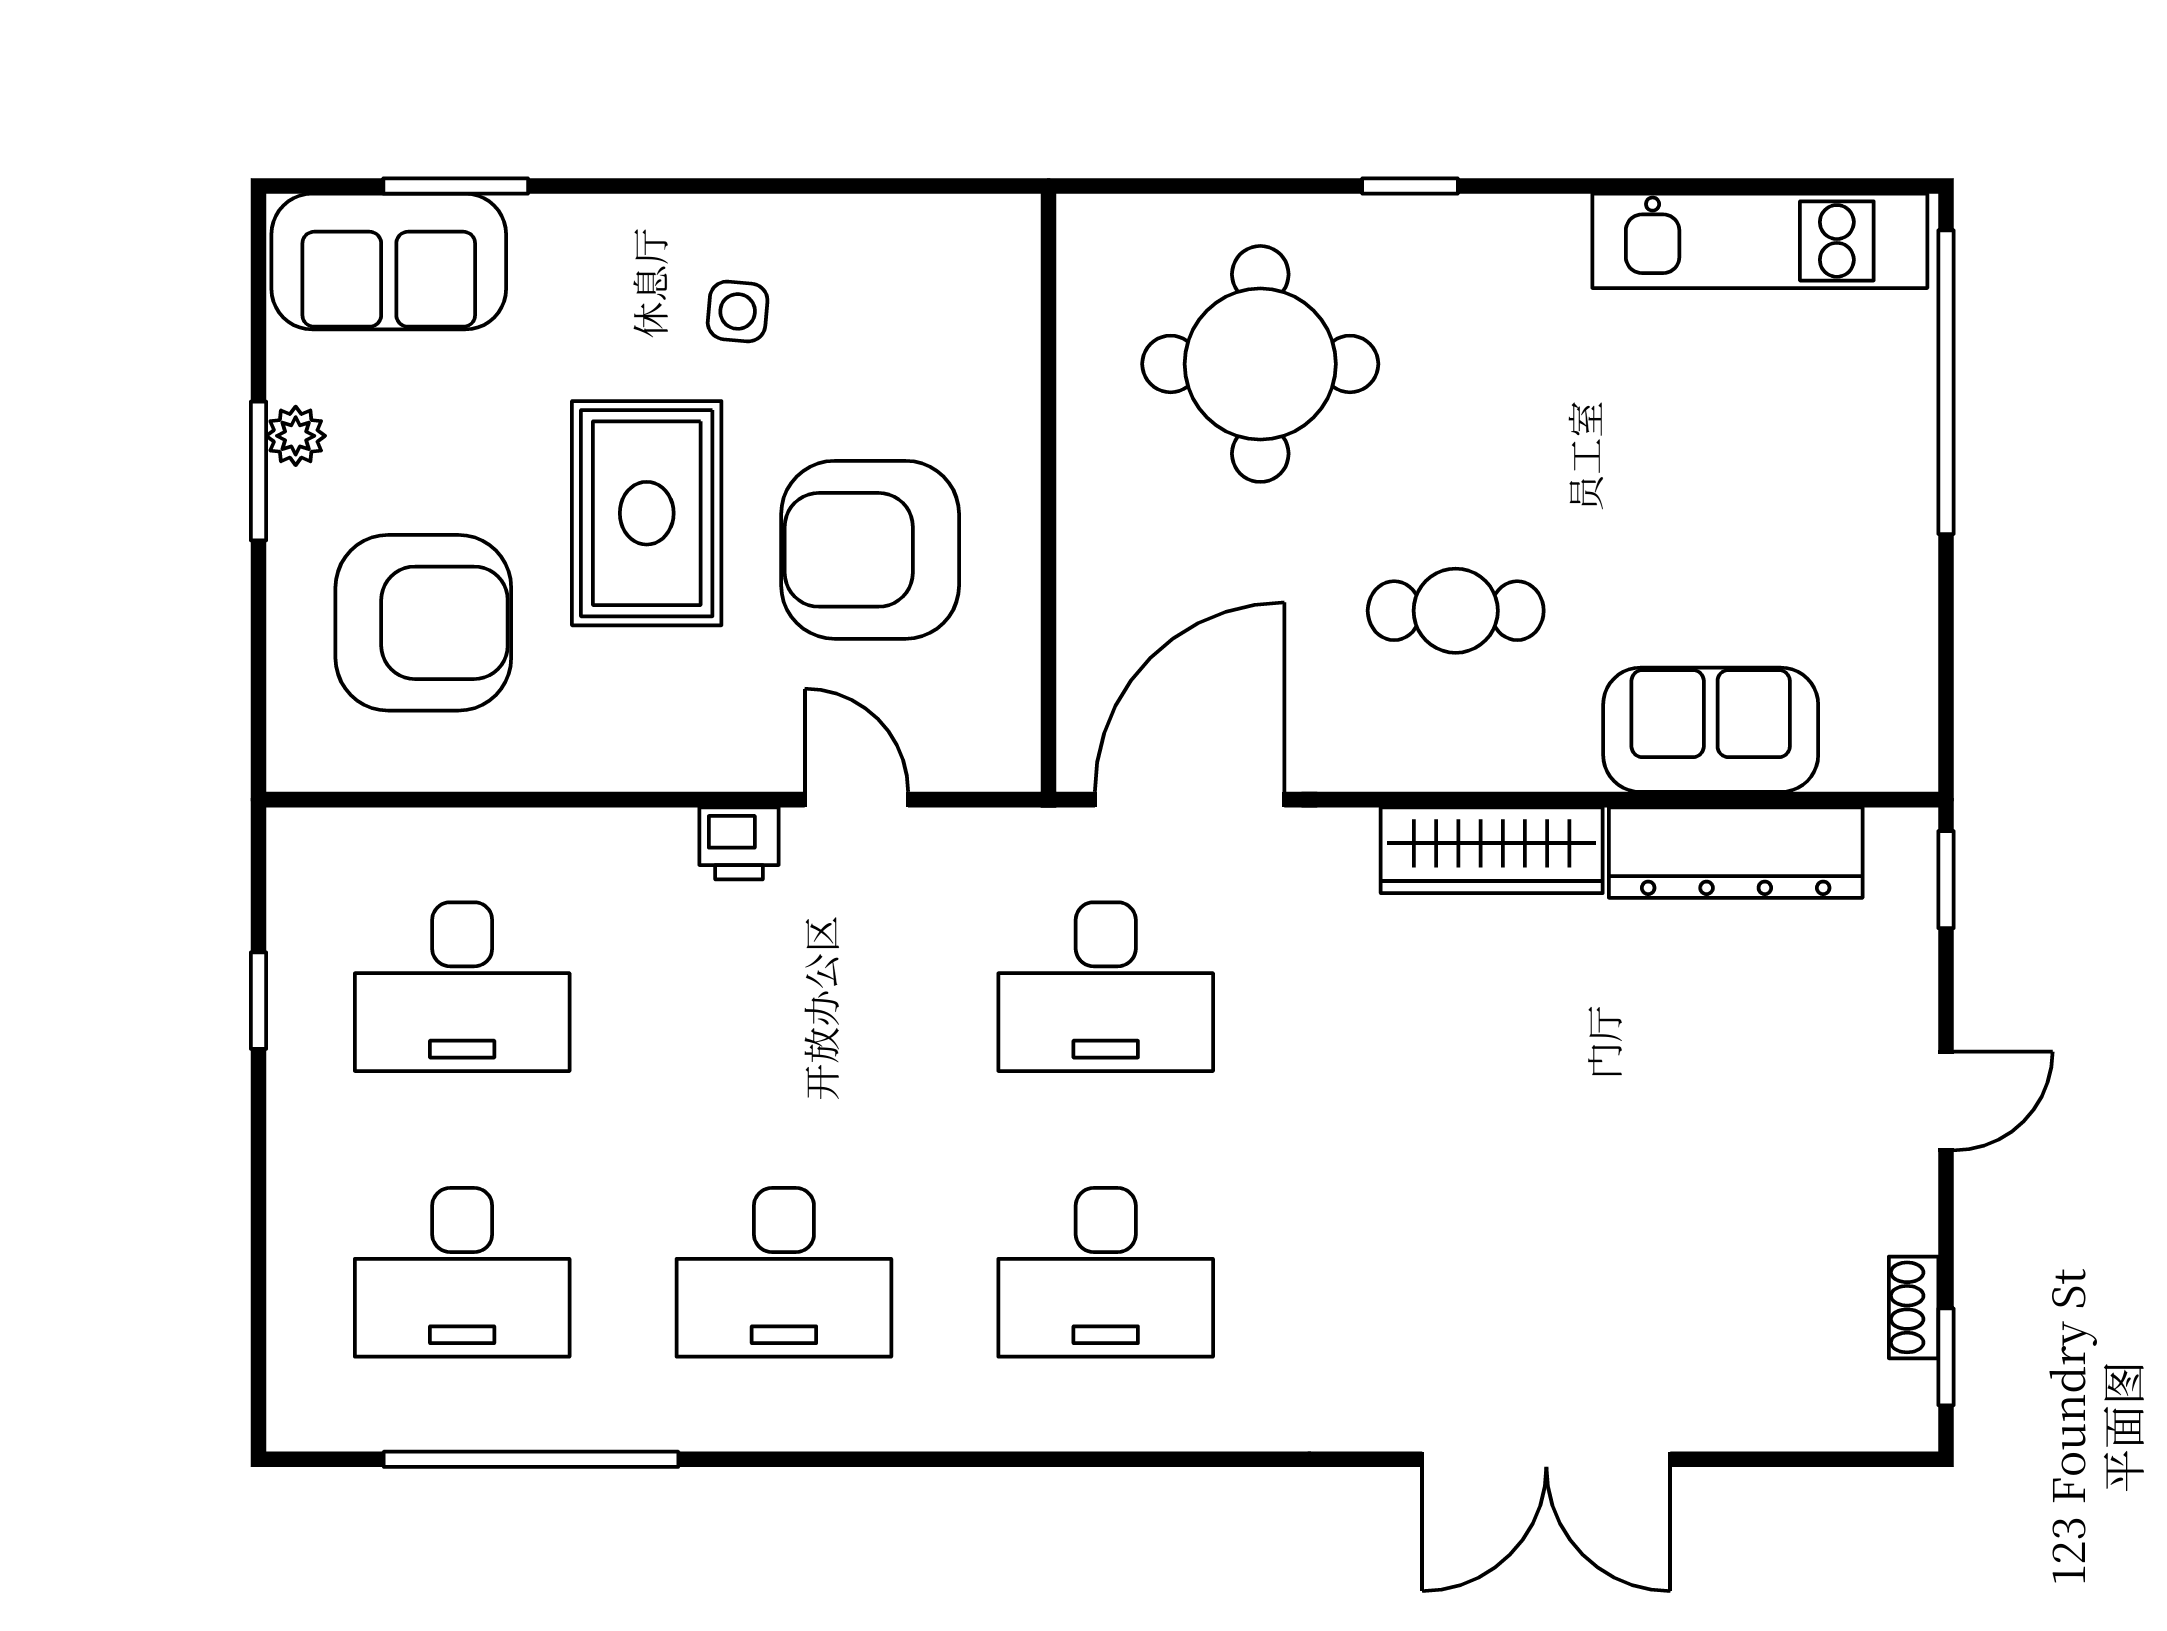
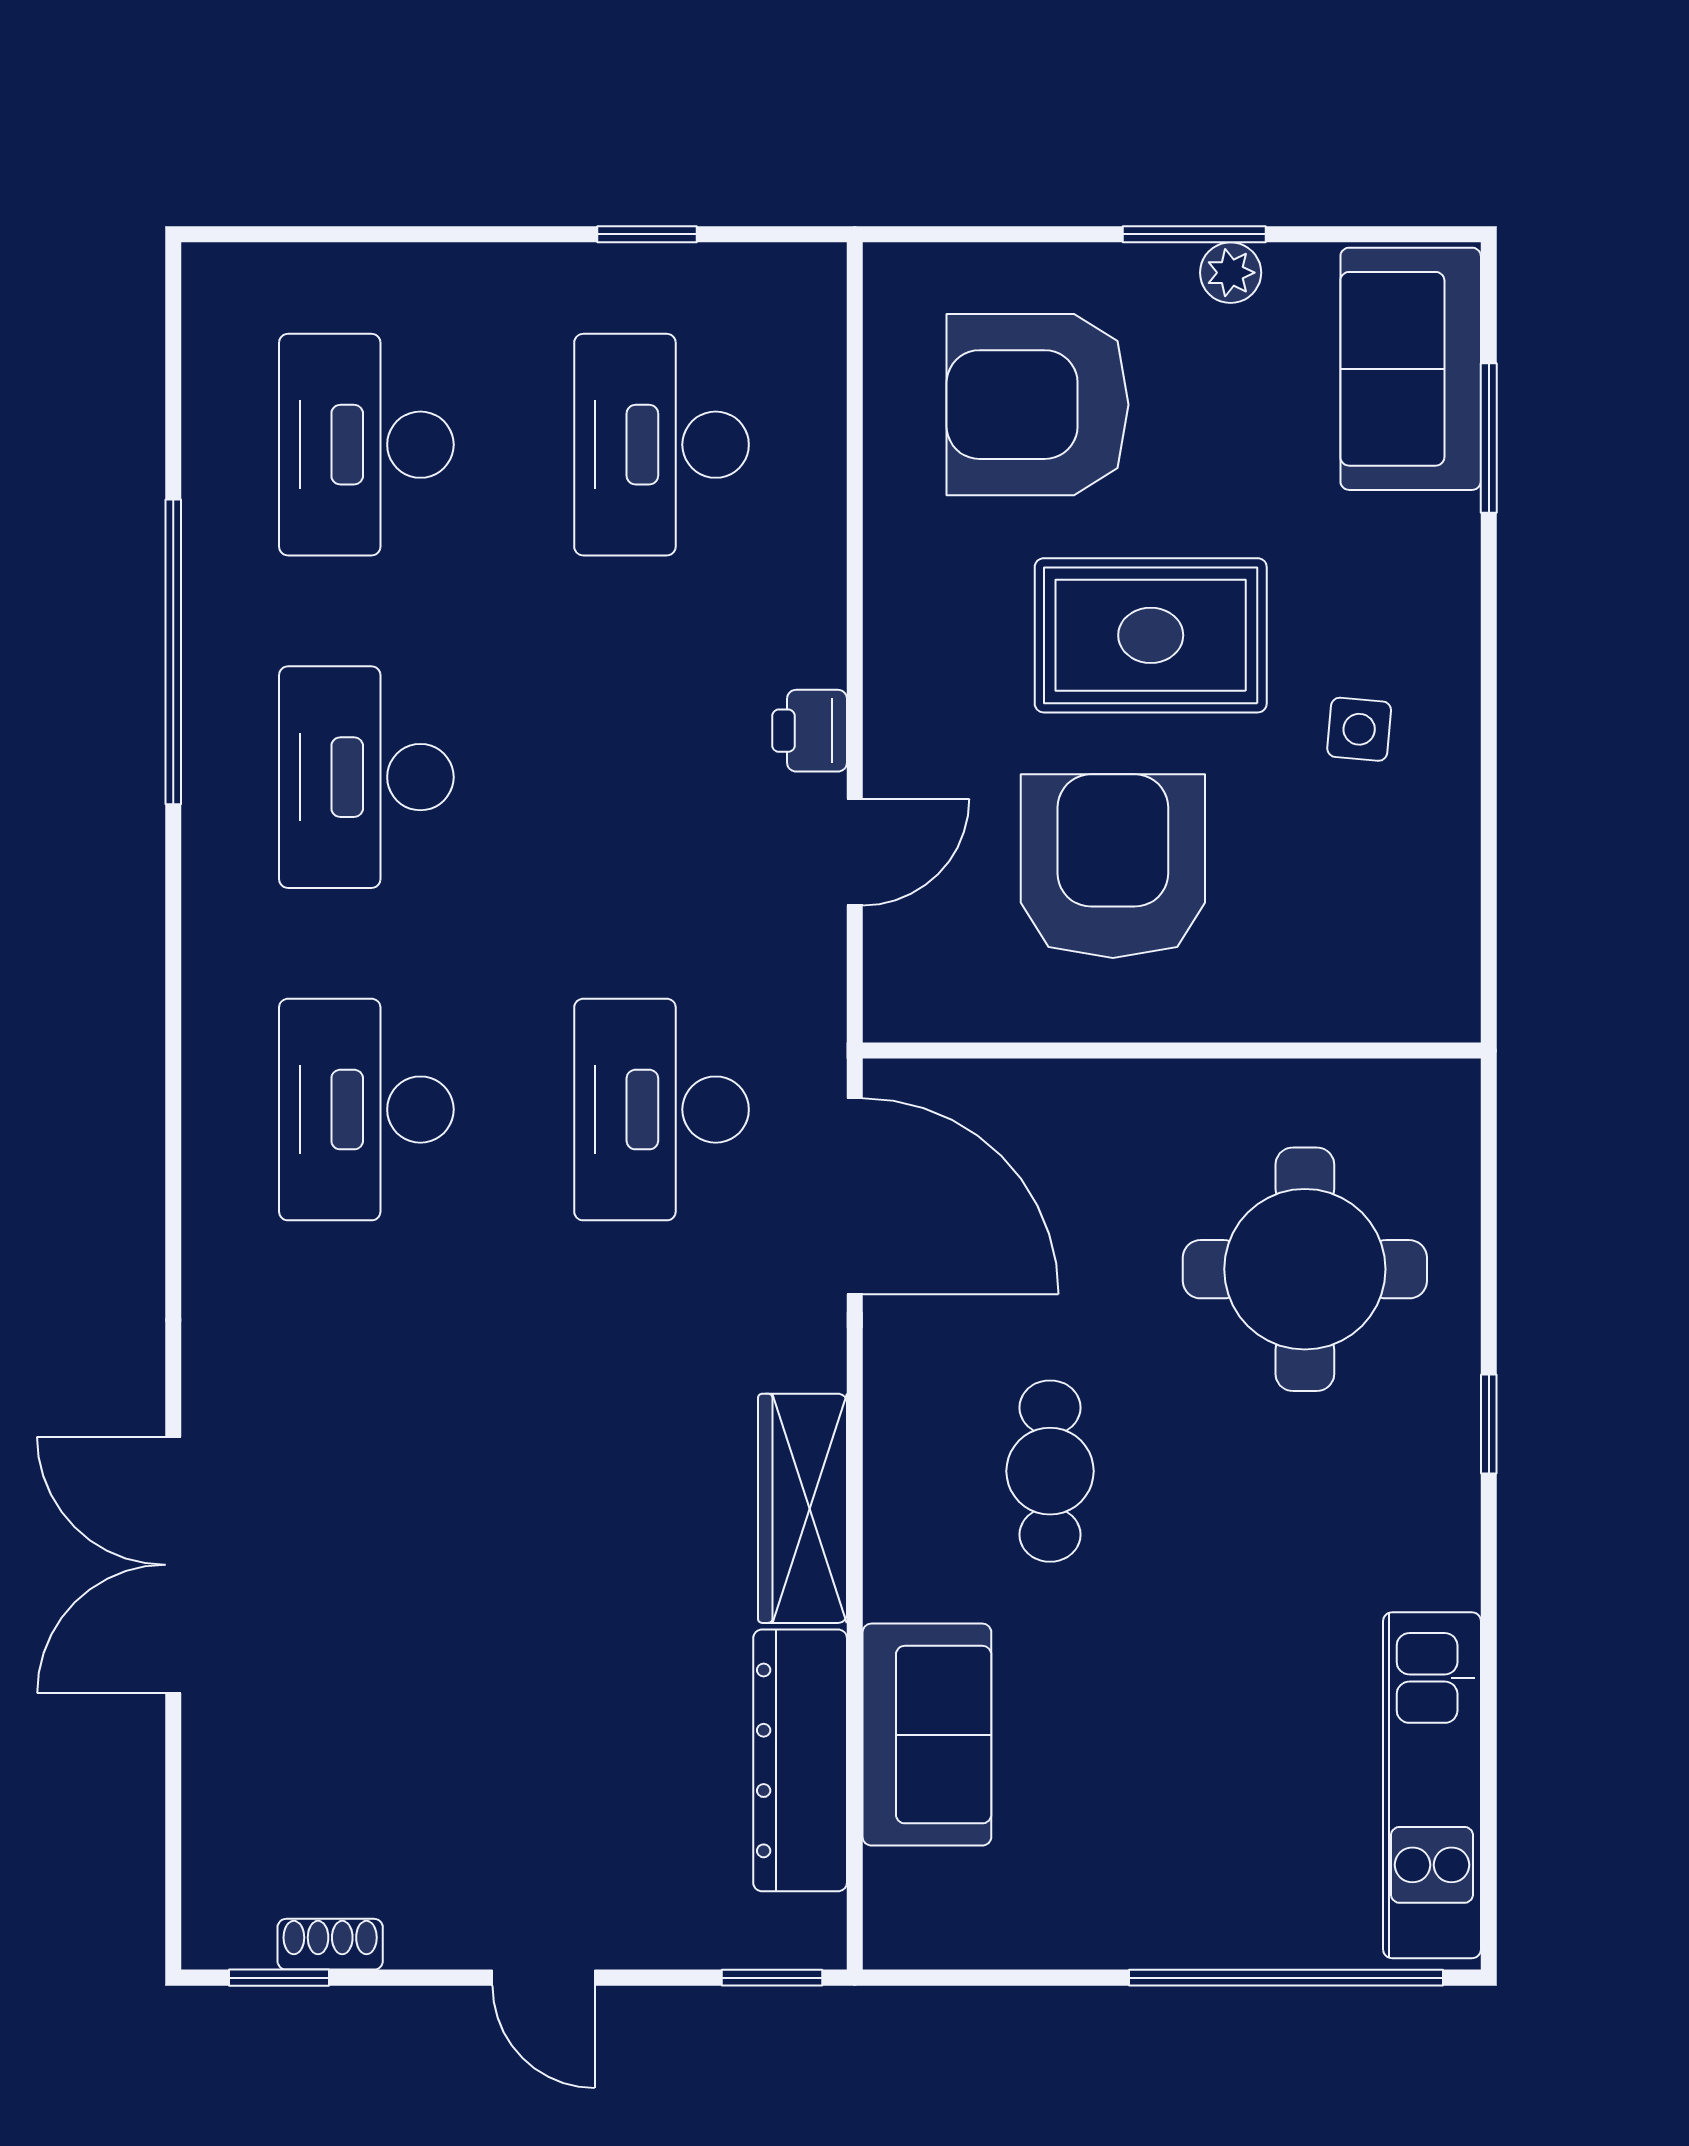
armchair: (423, 623) -> (1037, 405), turned 90
window: (531, 1459) -> (173, 652), moved

